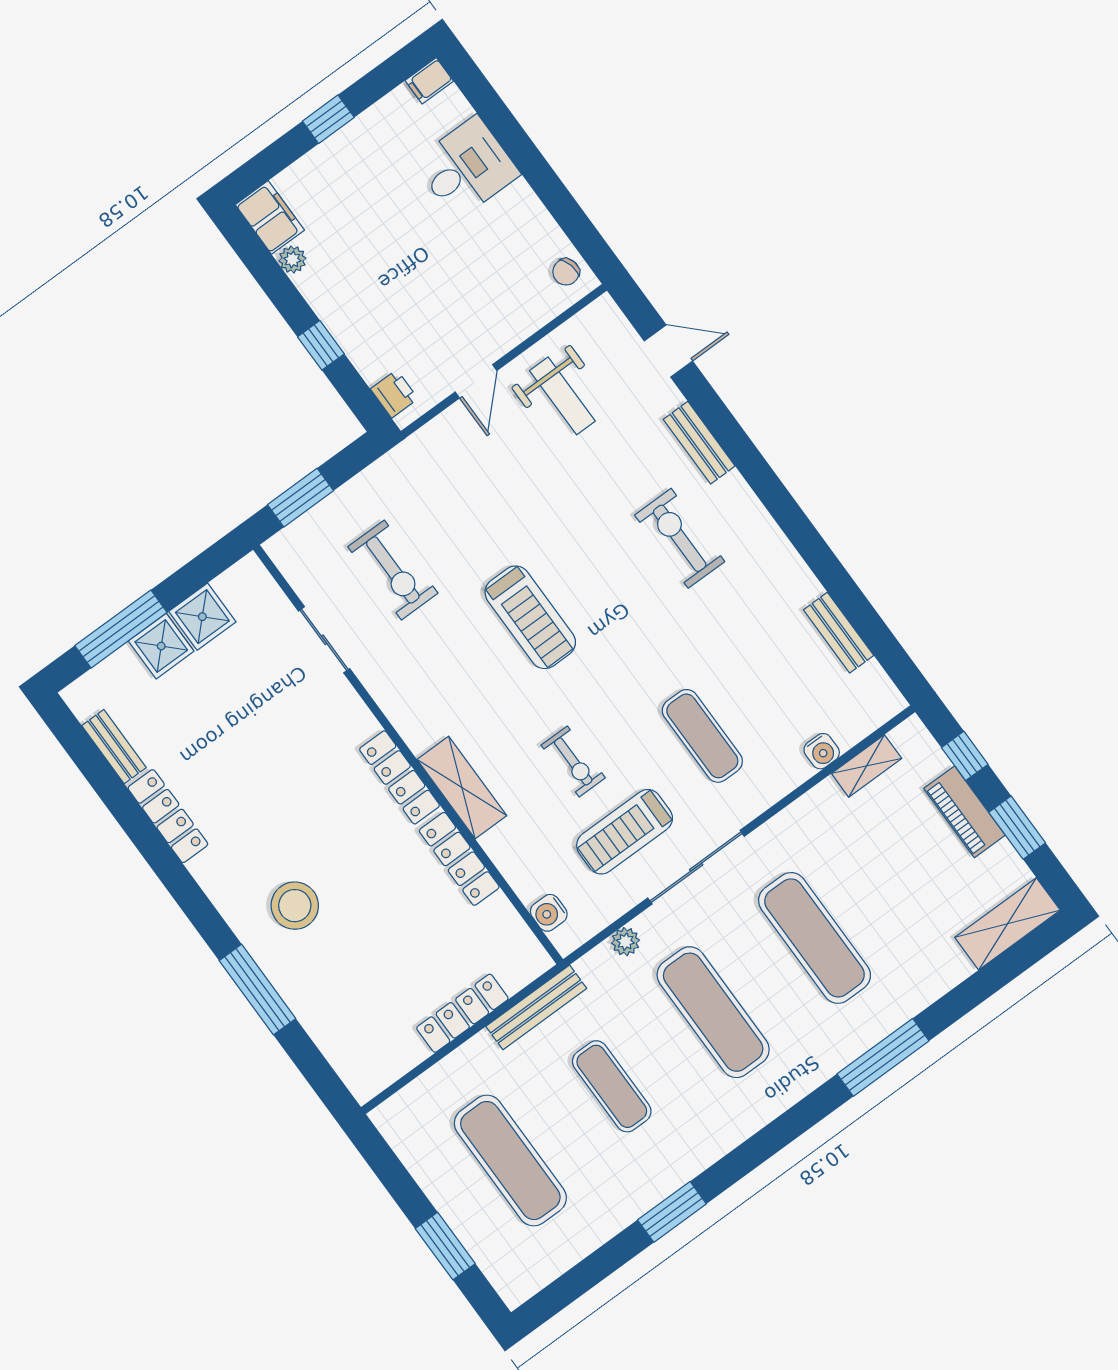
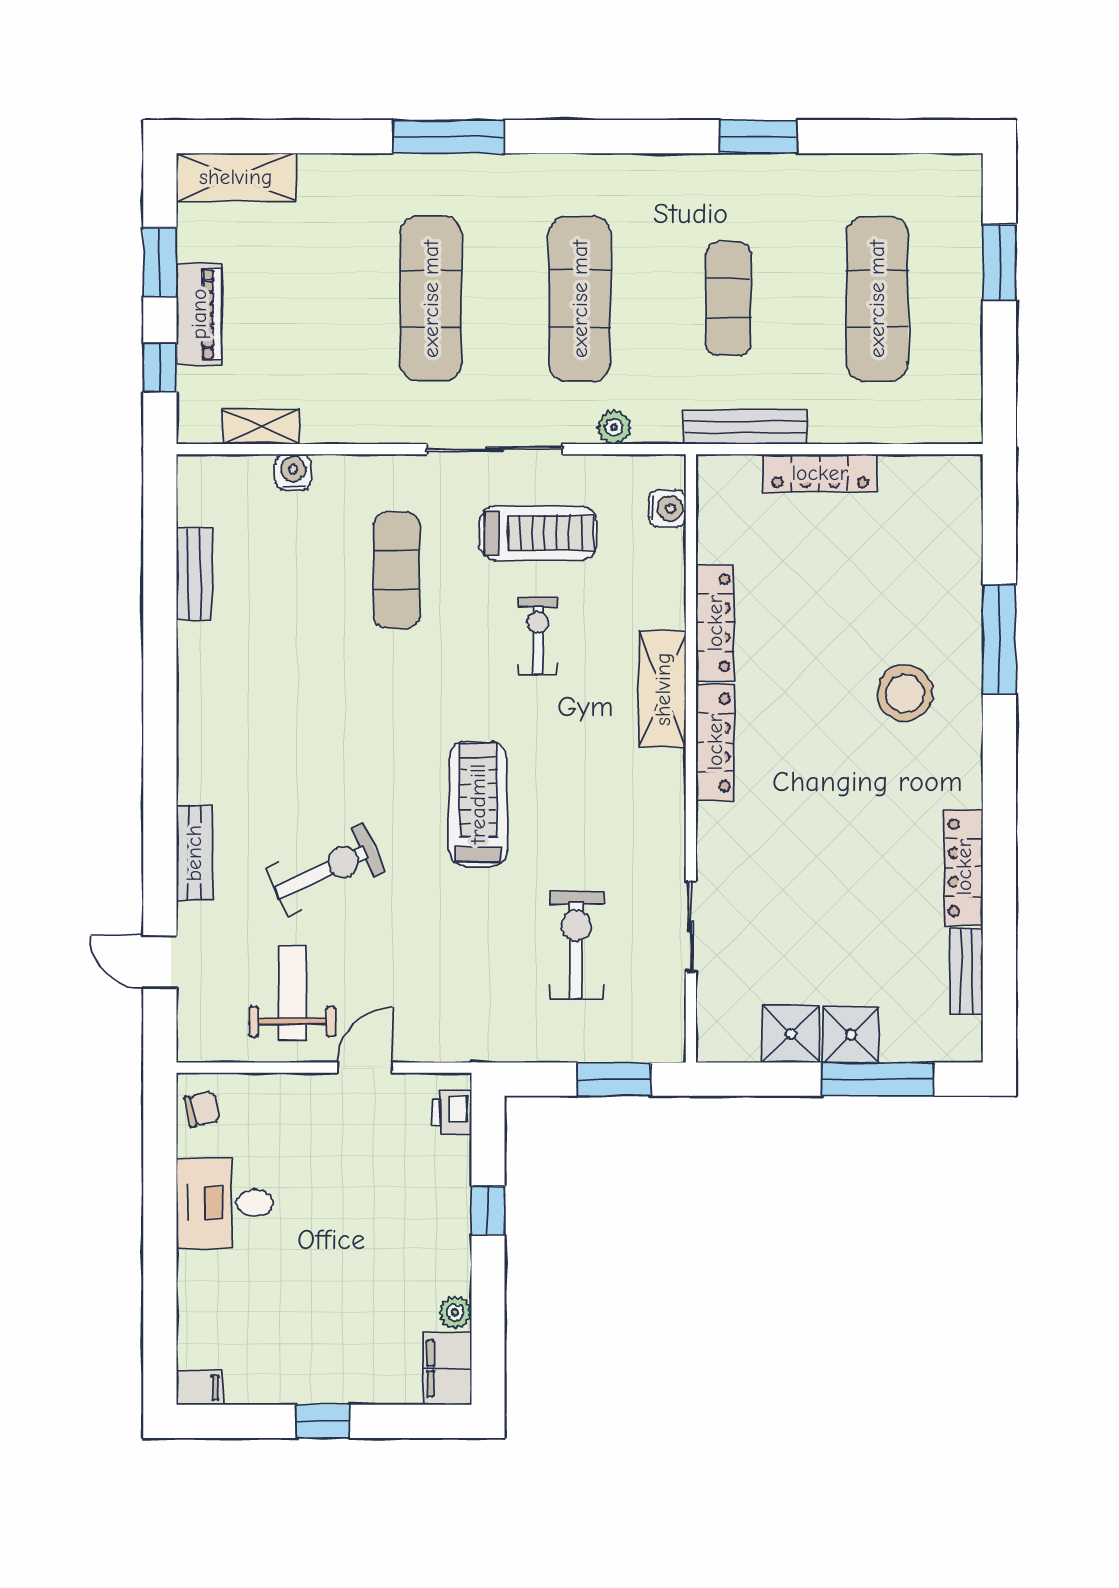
desk: (466, 168) -> (225, 1203), moved
exercise bike: (680, 538) -> (326, 870), moved, turned -115

